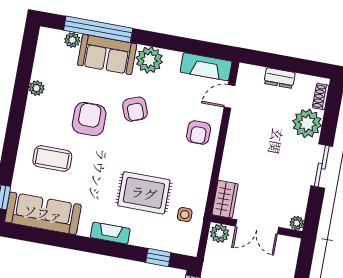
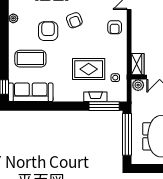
coffee table: (52, 159) -> (30, 59), width x1.36, depth x1.32
fireplace: (110, 233) -> (95, 97), moved
window: (158, 258) -> (104, 106), width x2.17

